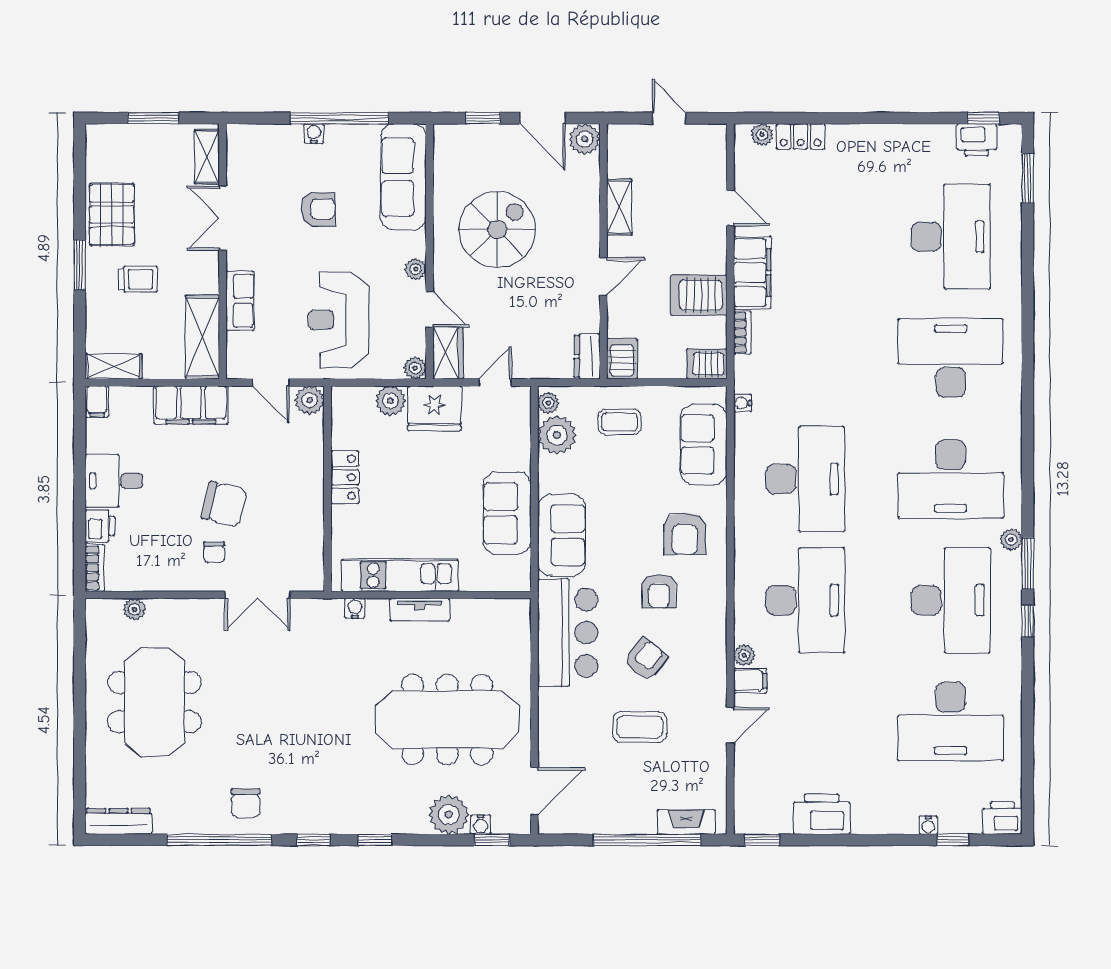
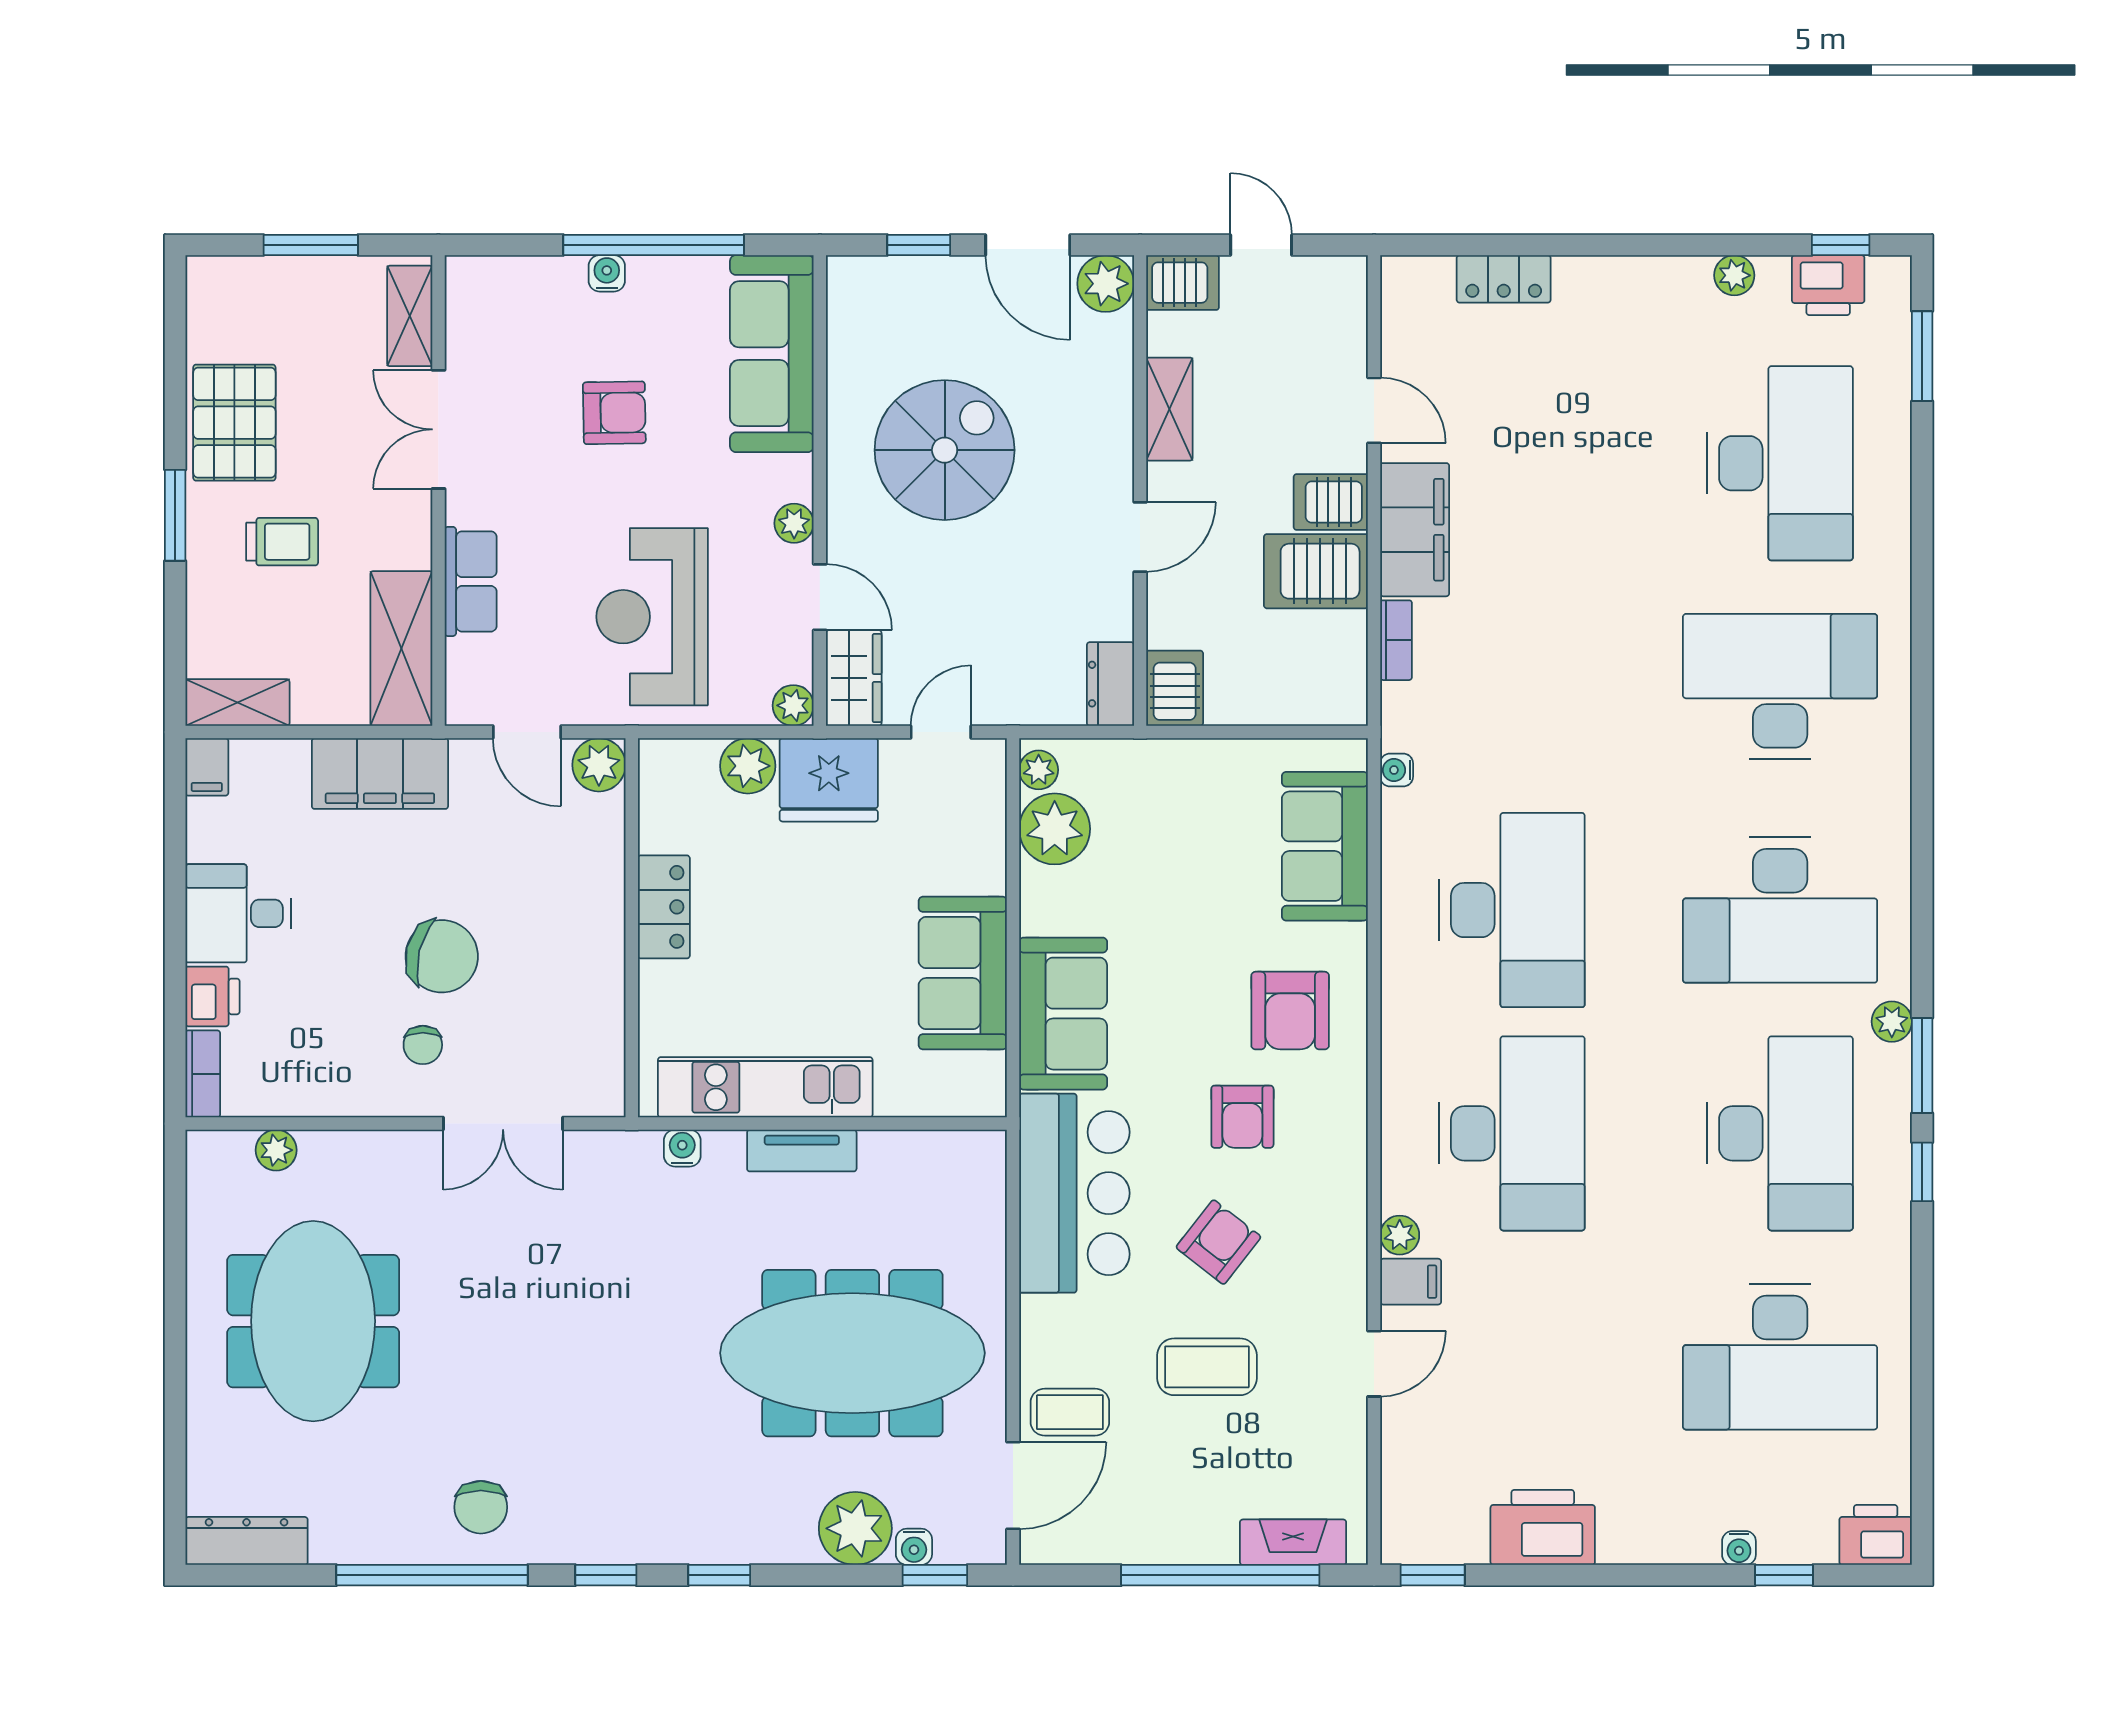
plant: (762, 135) -> (1734, 275), moved
server rack: (626, 139) -> (1183, 283), added
server rack: (707, 364) -> (1331, 502), moved
coffee table: (620, 422) -> (1070, 1412), moved

